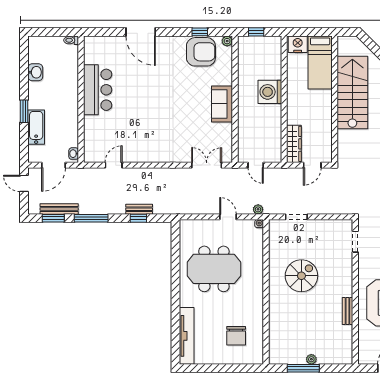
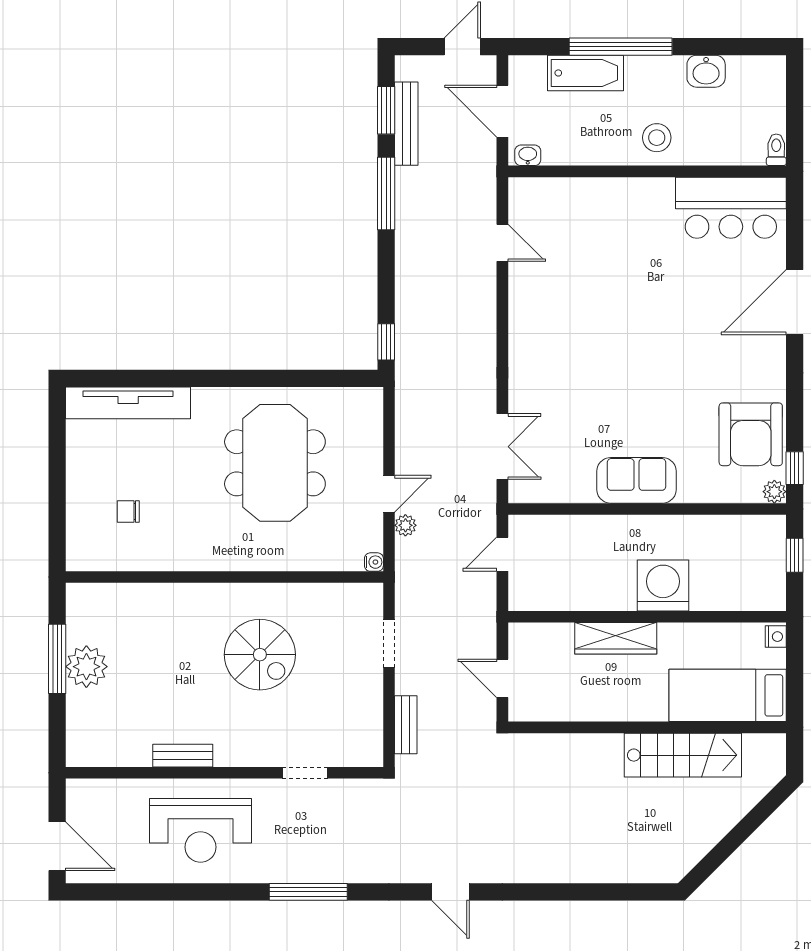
window: (200, 32) -> (795, 468), moved
nightstand: (298, 44) -> (776, 637), width x0.53, depth x0.56
bar counter: (98, 90) -> (731, 208), moved
stairs: (352, 93) -> (683, 755), width x0.73, depth x0.66
stool: (66, 95) -> (657, 138), added
window: (24, 111) -> (621, 47), width x2.11
wardrobe: (294, 144) -> (616, 638), moved
bench: (139, 209) -> (406, 725), moved
plant: (258, 209) -> (405, 525), moved
window: (138, 218) -> (386, 342), moved
doorway: (355, 242) -> (305, 773), moved
chair: (236, 336) -> (128, 511), width x0.54, depth x0.54
plant: (311, 359) -> (86, 667), width x1.87, depth x1.87

